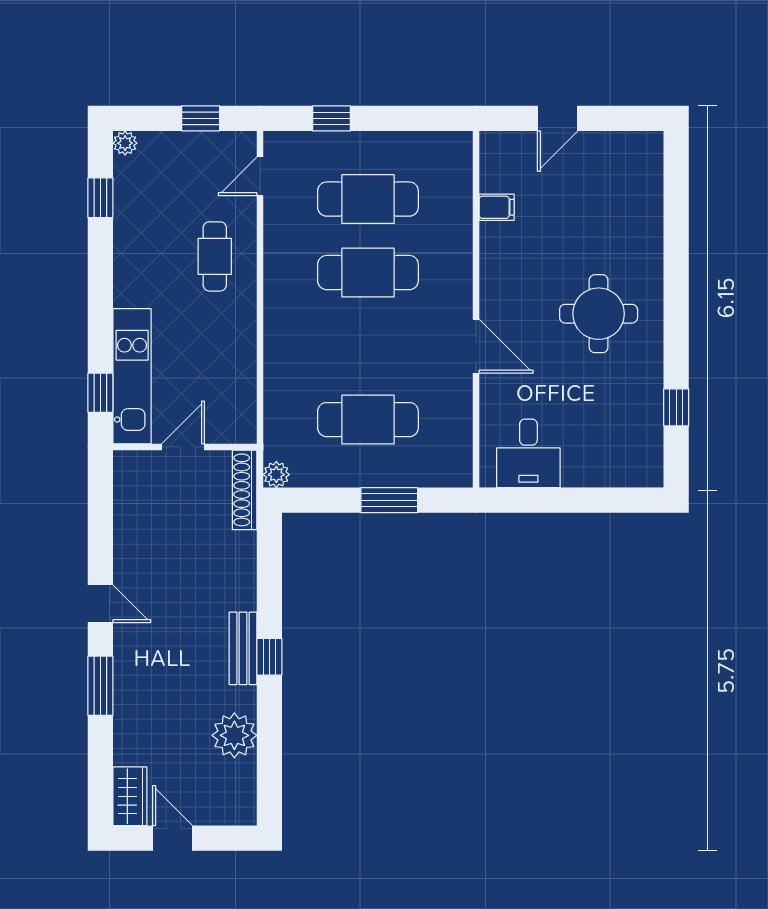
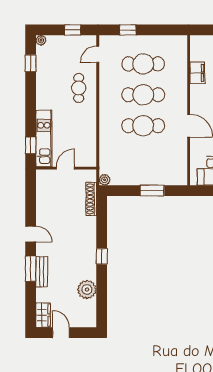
filing cabinet: (497, 207) -> (197, 73), width x2.00
cafe table: (368, 420) -> (143, 126), moved
shoe rack: (245, 490) -> (91, 199), moved
bench: (243, 648) -> (42, 272), moved

